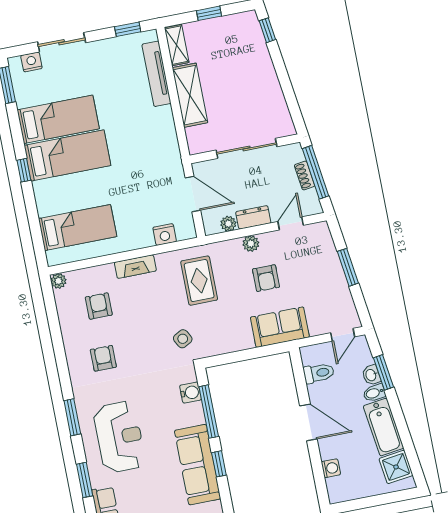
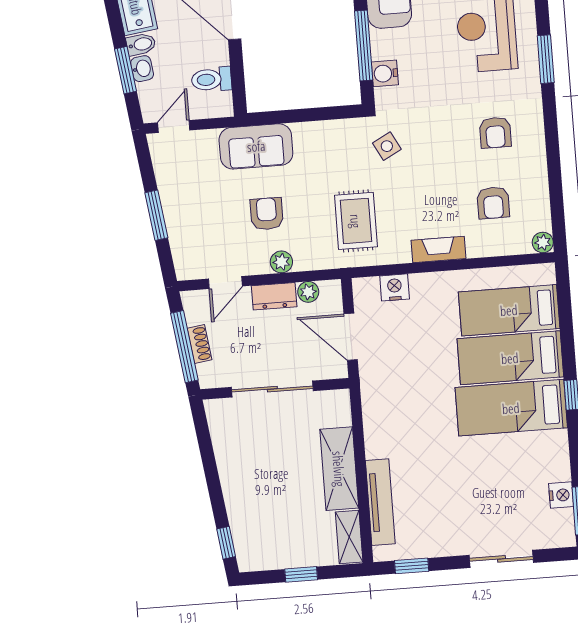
nightstand: (31, 62) -> (561, 495), moved, turned -90
bed: (58, 119) -> (510, 358), moved

